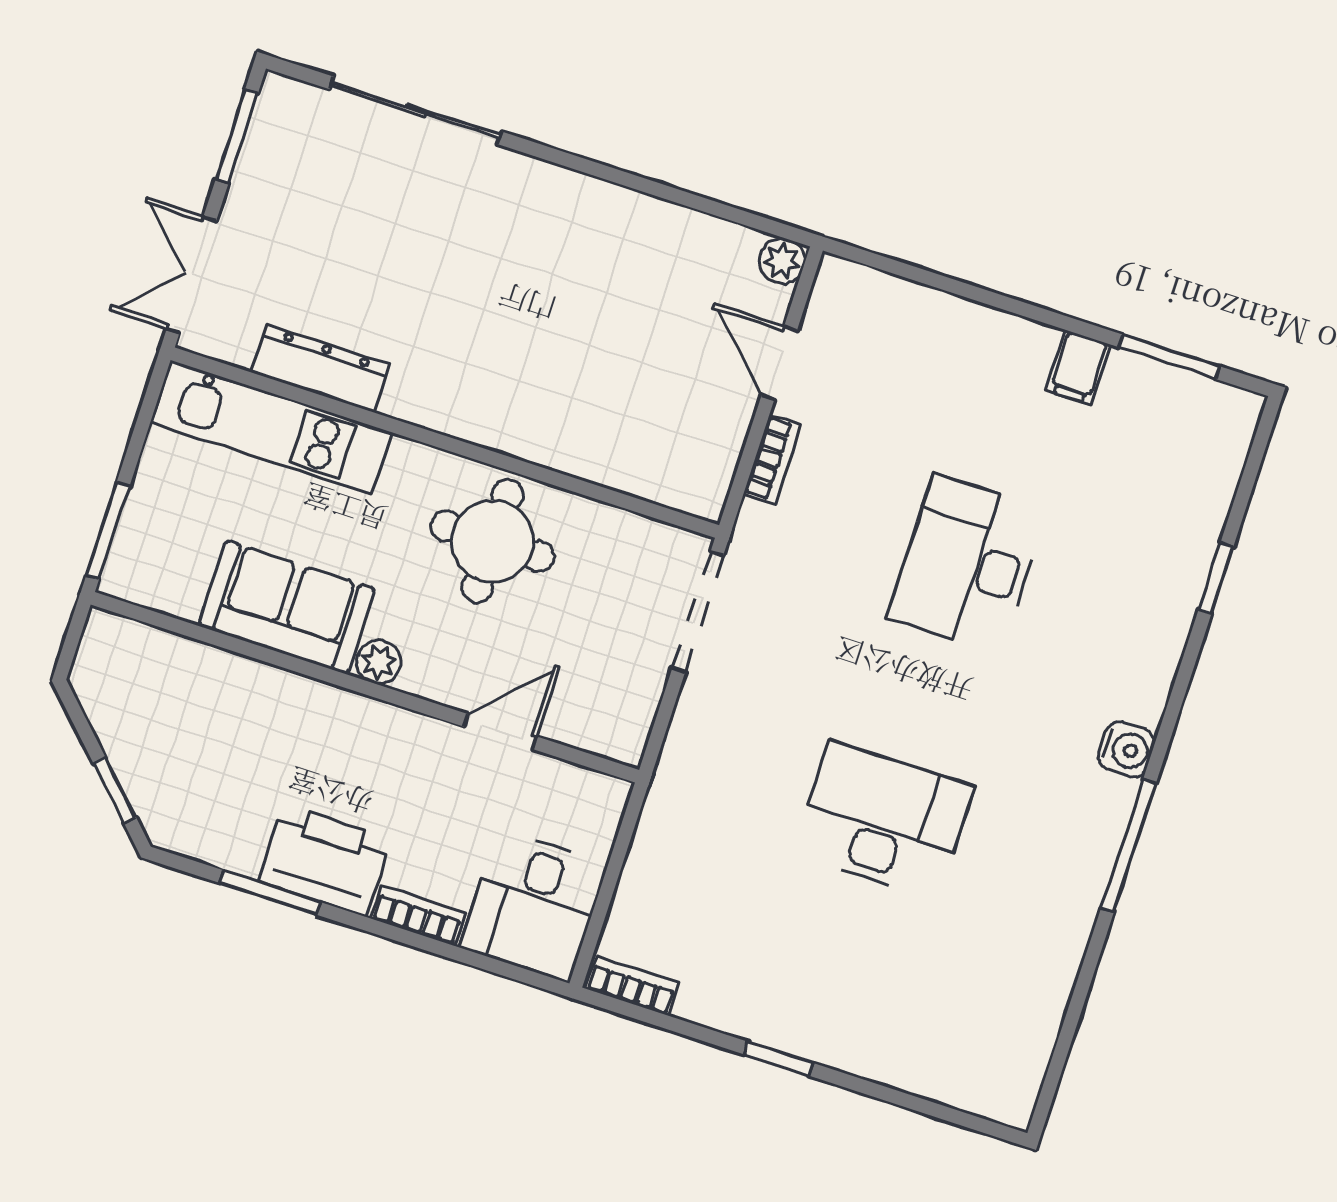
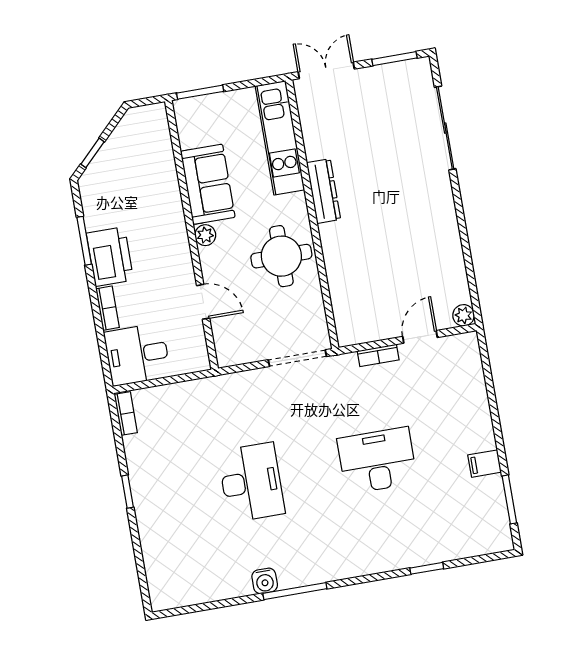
dresser: (320, 368) -> (324, 191), moved
water cooler: (1126, 749) -> (265, 581), moved

